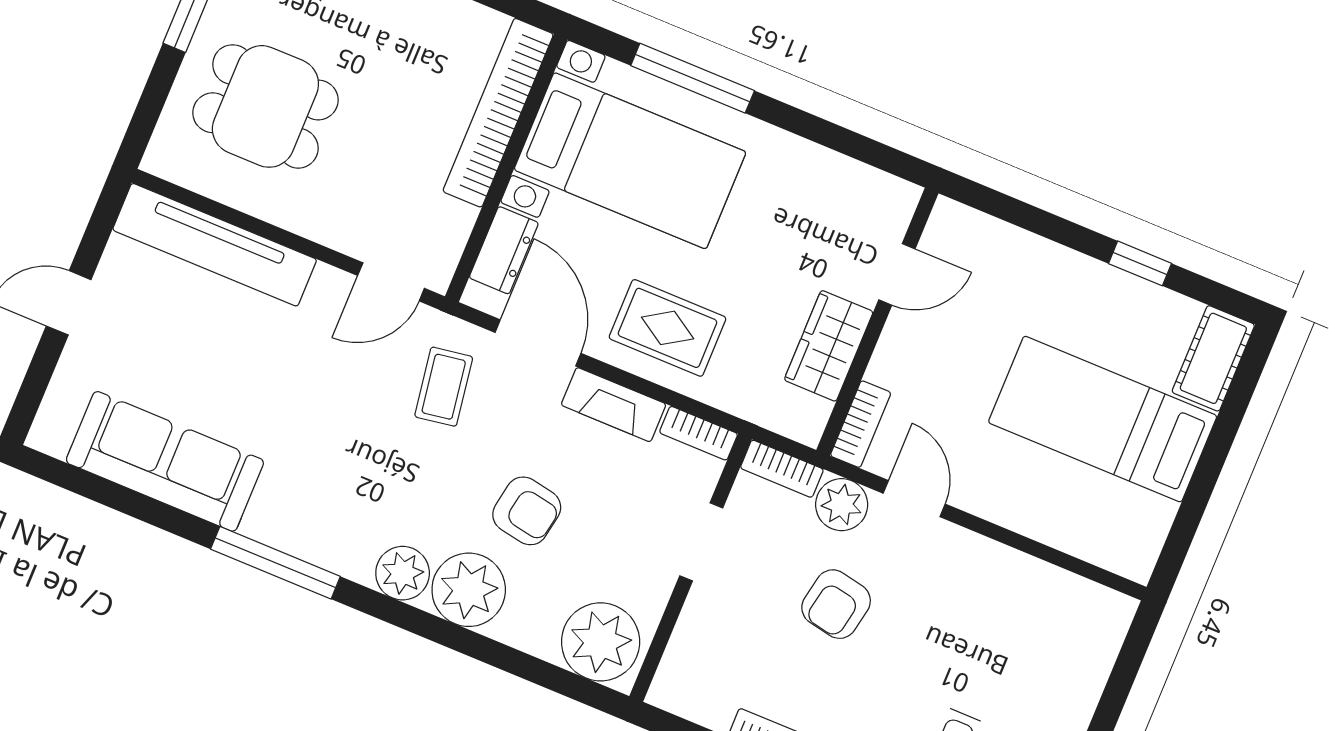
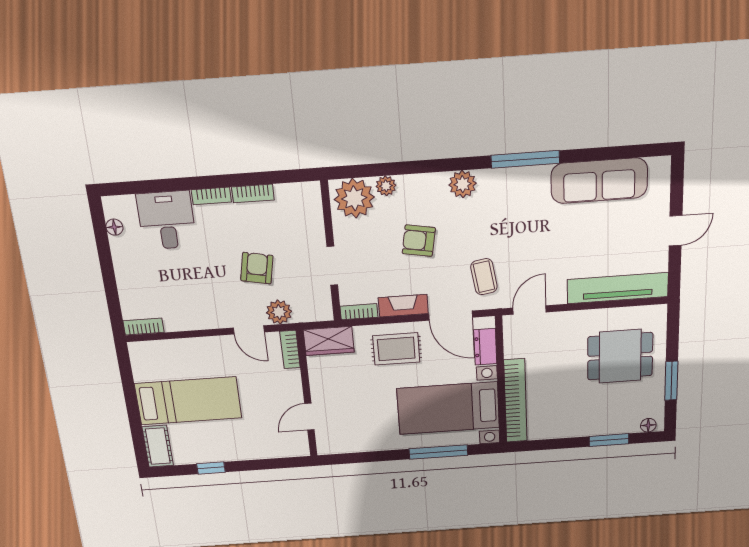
wardrobe: (829, 346) -> (329, 341), moved, turned 90
bookcase: (782, 469) -> (143, 327), moved
plant: (469, 590) -> (386, 186), moved, width x0.53, depth x0.53

